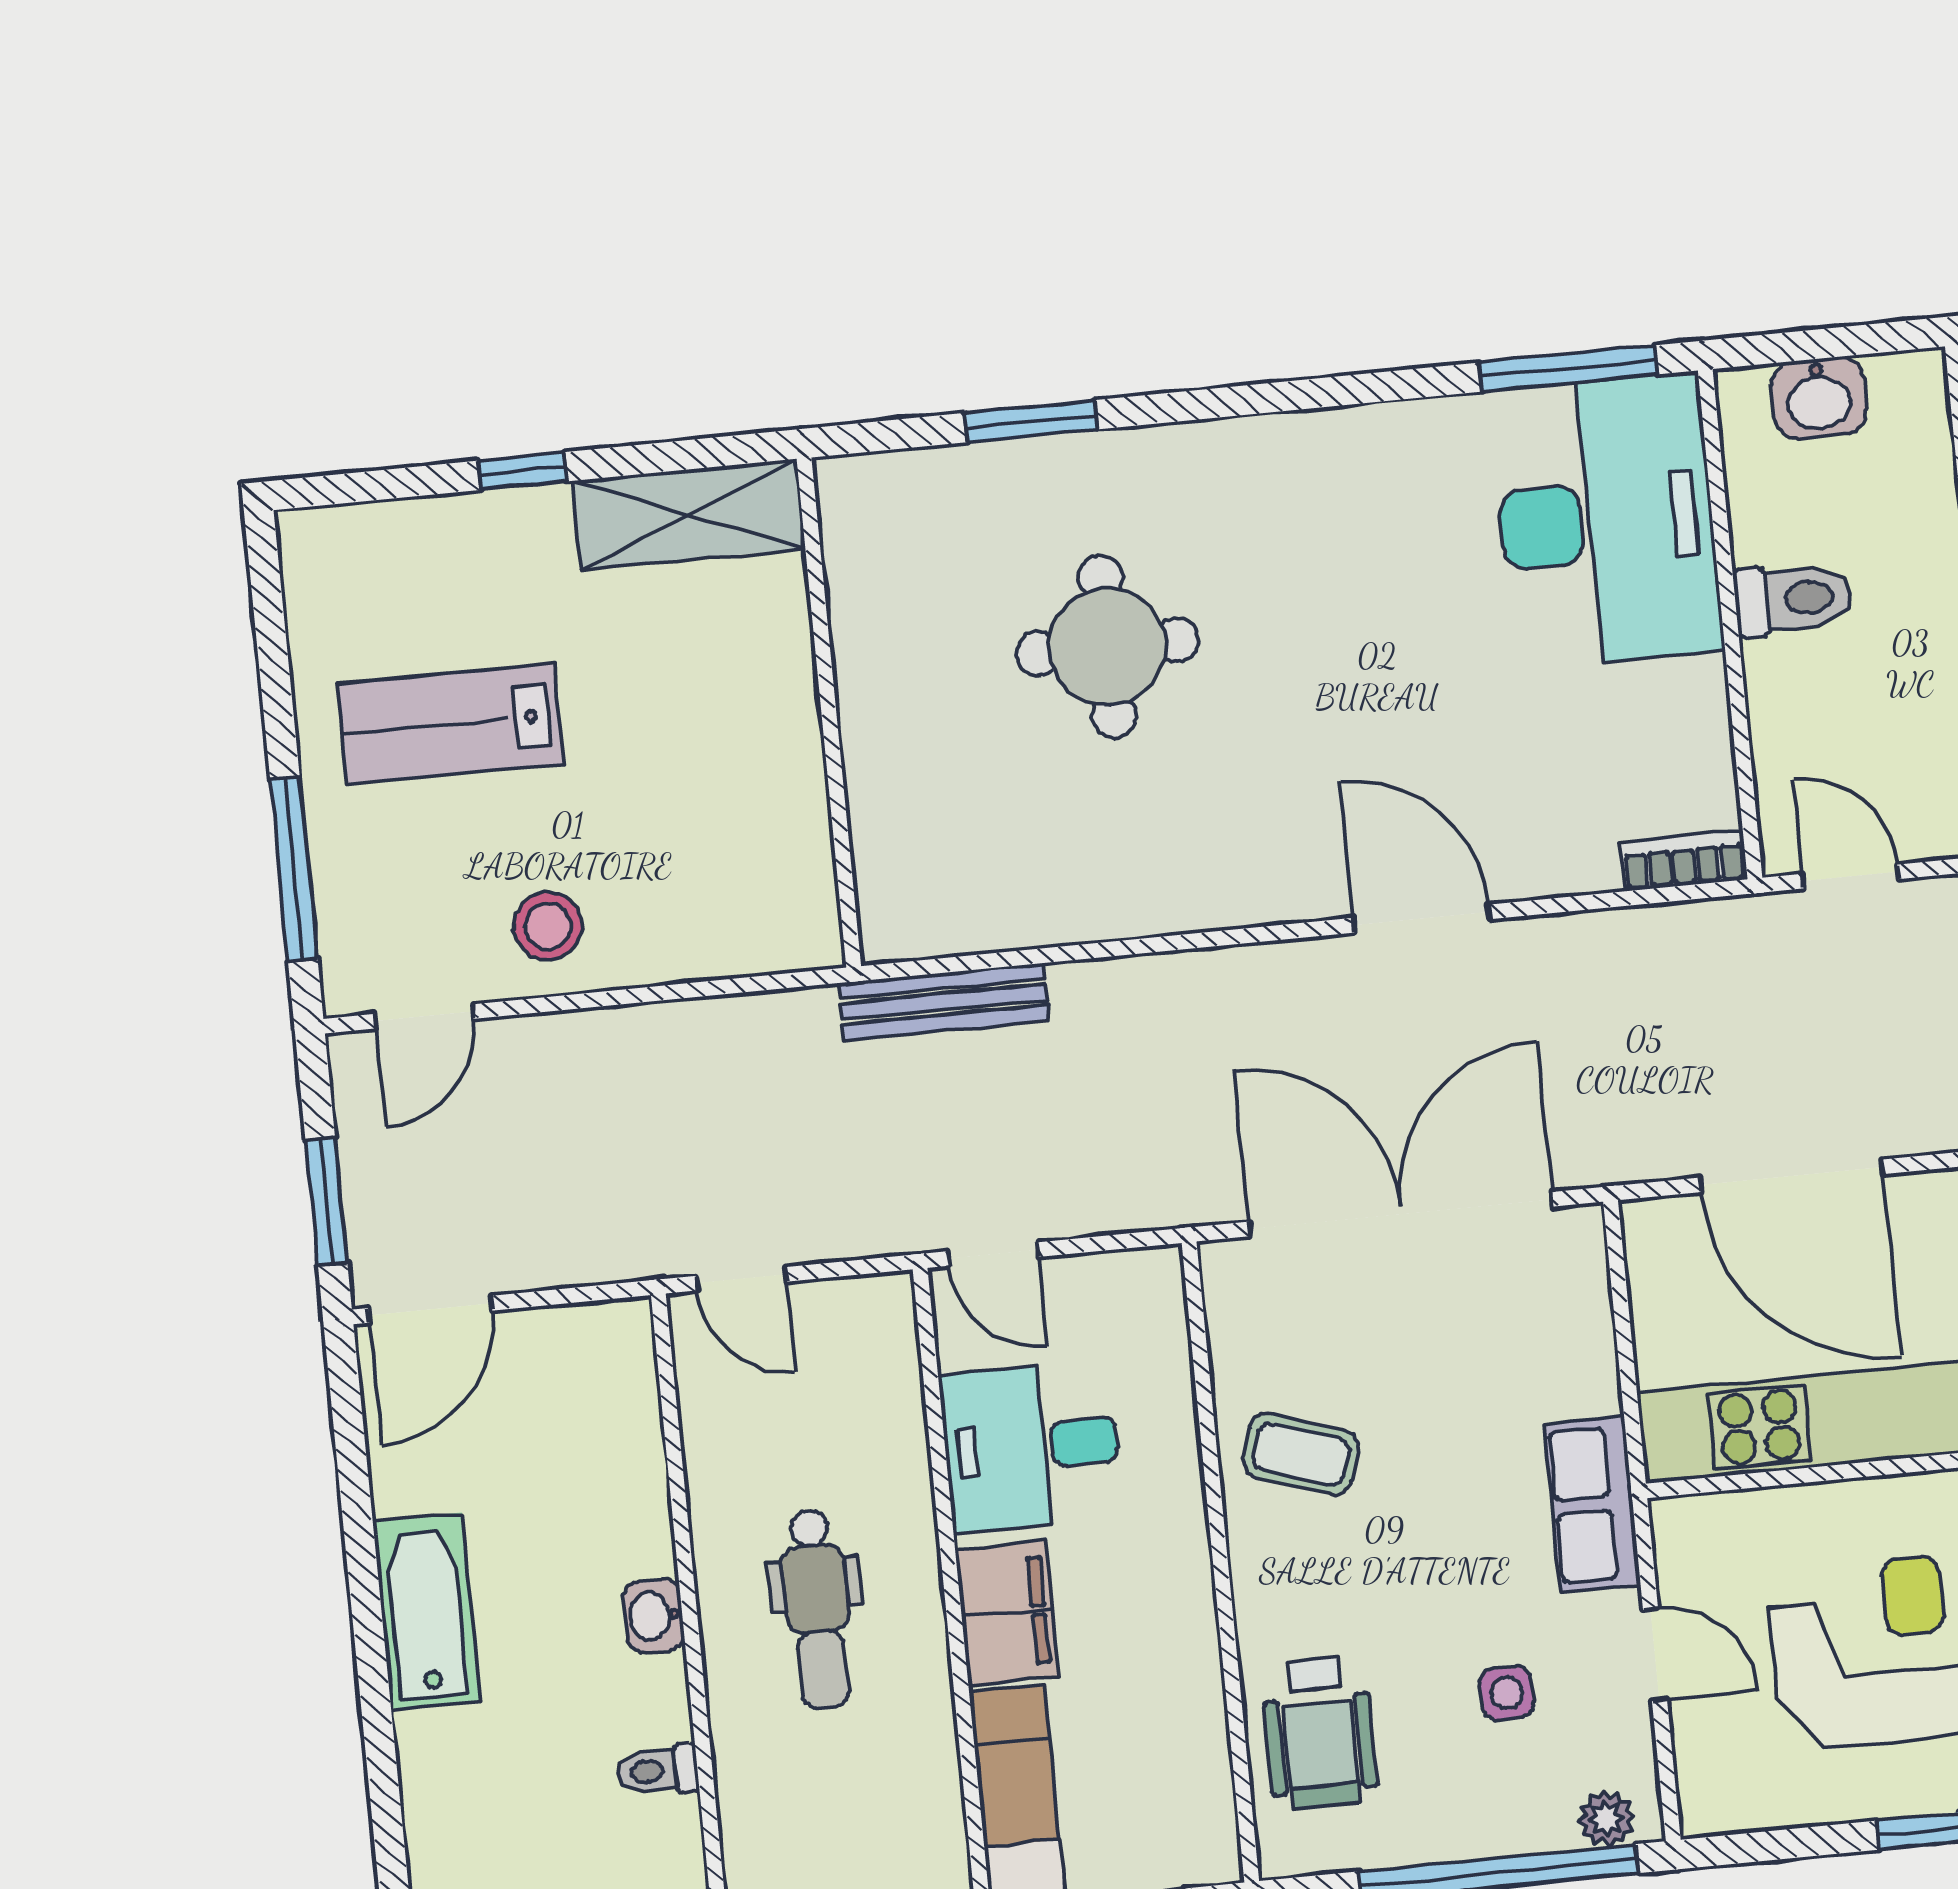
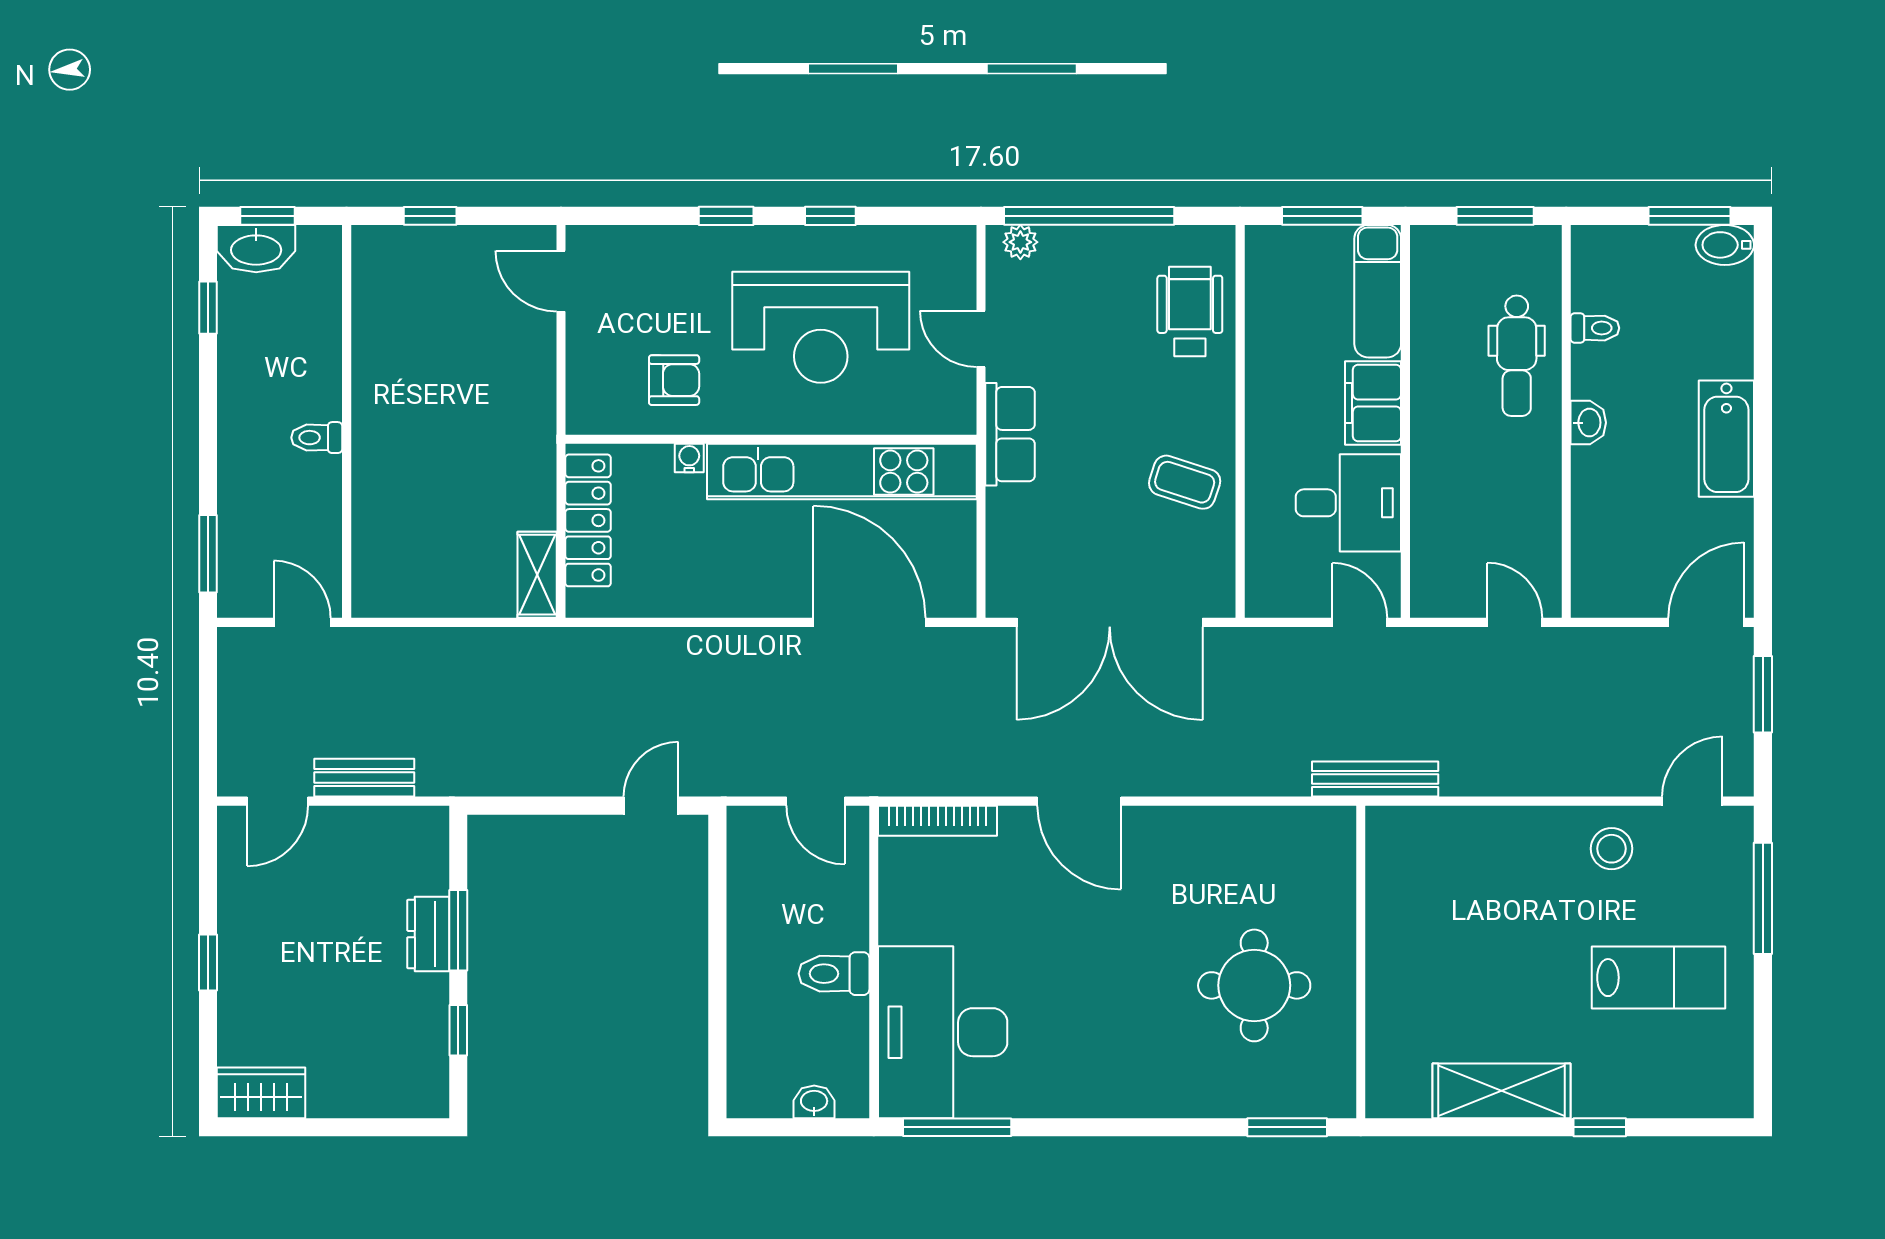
washbasin: (1819, 398) -> (814, 1102), width x0.72, depth x0.69
wall: (829, 712) -> (1361, 962), moved
bookcase: (1684, 861) -> (938, 821), width x1.56
dental chair: (817, 1609) -> (1517, 356), moved, turned 180
side table: (1507, 1693) -> (1074, 325), removed

